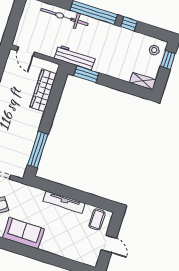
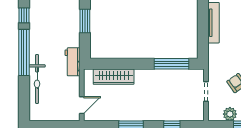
workbench: (75, 58) -> (72, 62), width x0.73
window: (86, 74) -> (85, 21), moved

